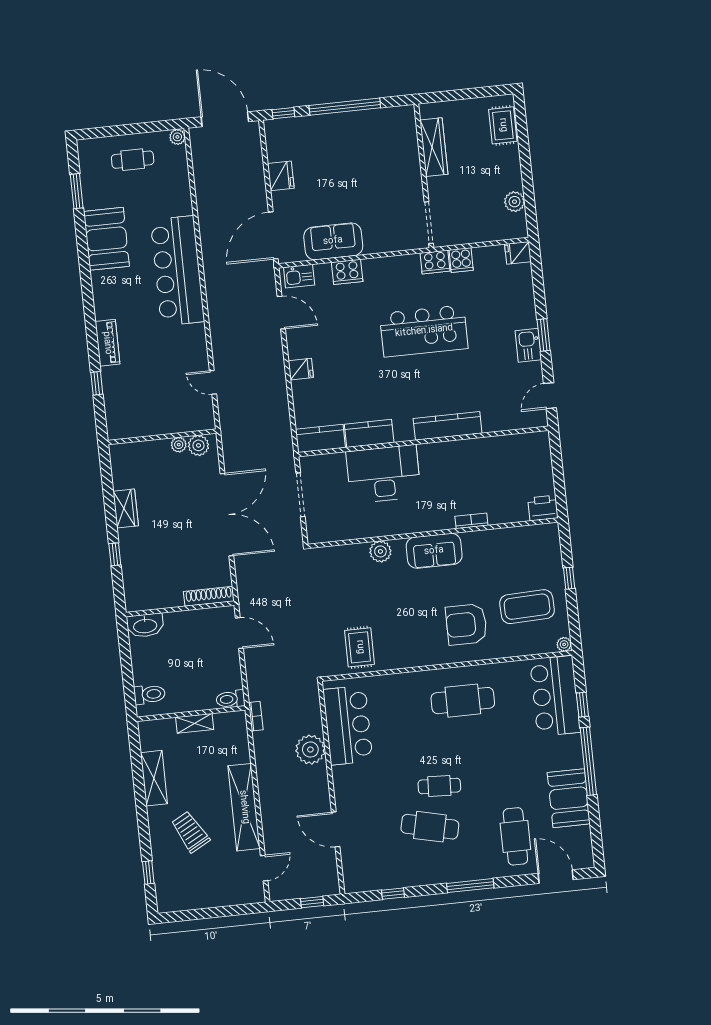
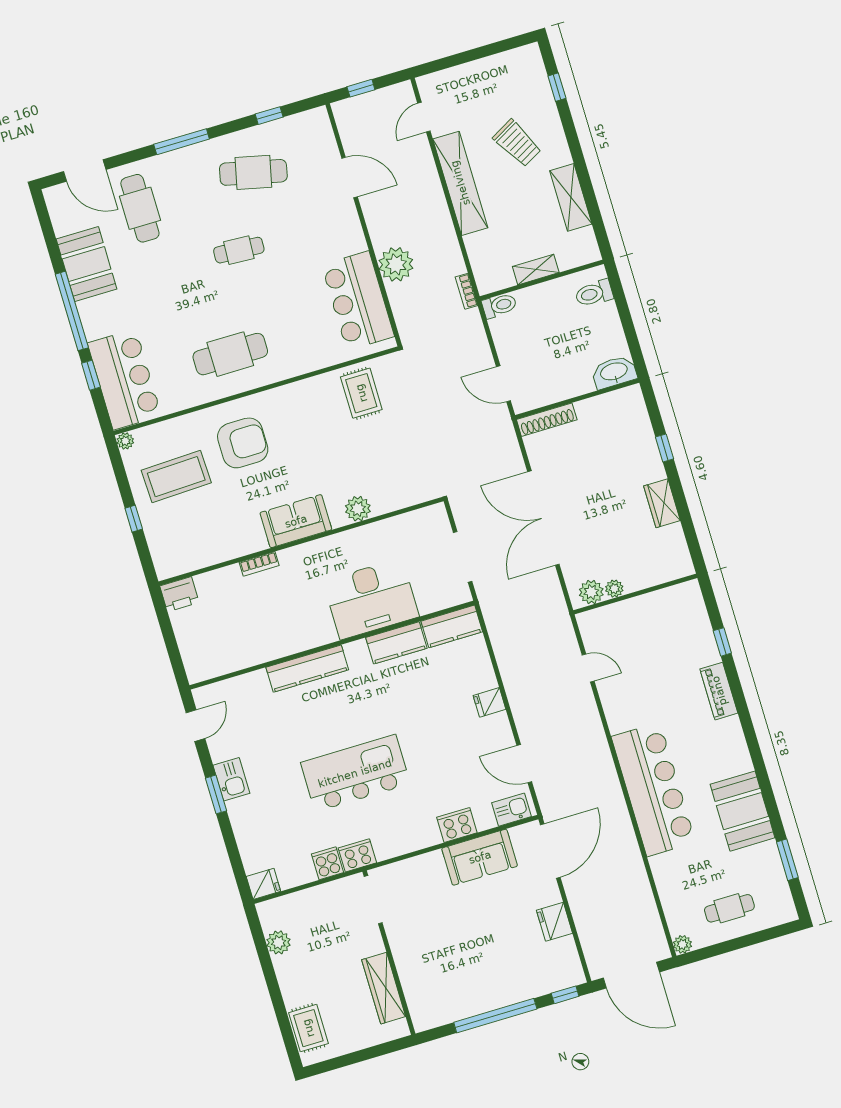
cafe table: (430, 827) -> (253, 172), moved

